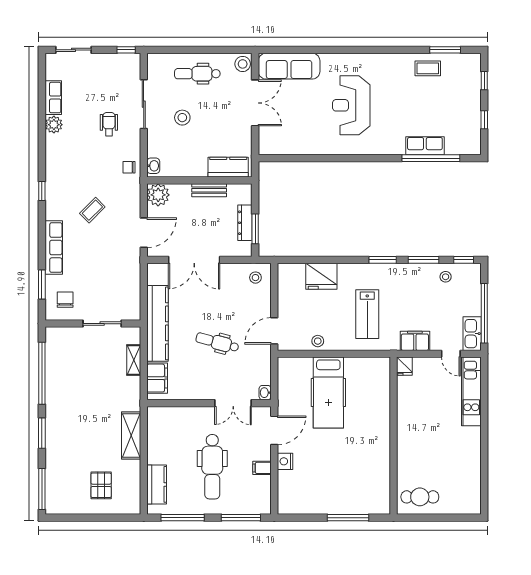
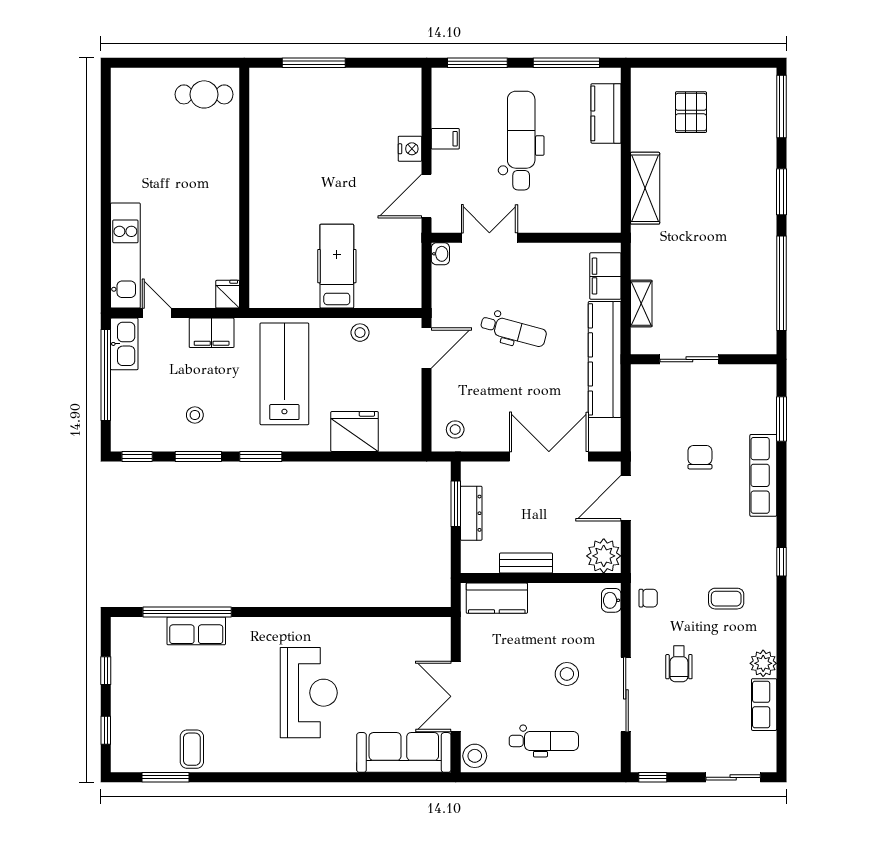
coffee table: (428, 68) -> (192, 749), turned 90
coffee table: (92, 210) -> (726, 599), moved, turned 45
stool: (446, 277) -> (195, 415), moved
chair: (65, 300) -> (700, 457), moved, turned 180
lab bench: (367, 314) -> (284, 374), width x1.36, depth x1.39
hospital bed: (328, 393) -> (337, 266), width x0.73, depth x0.78

